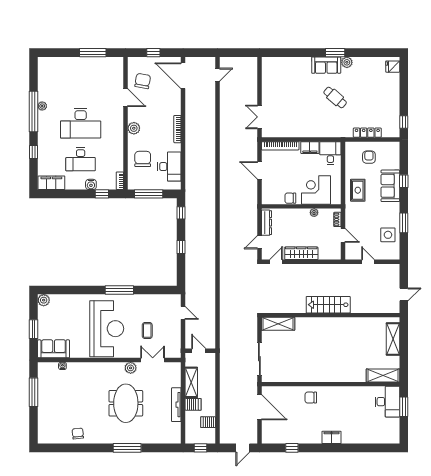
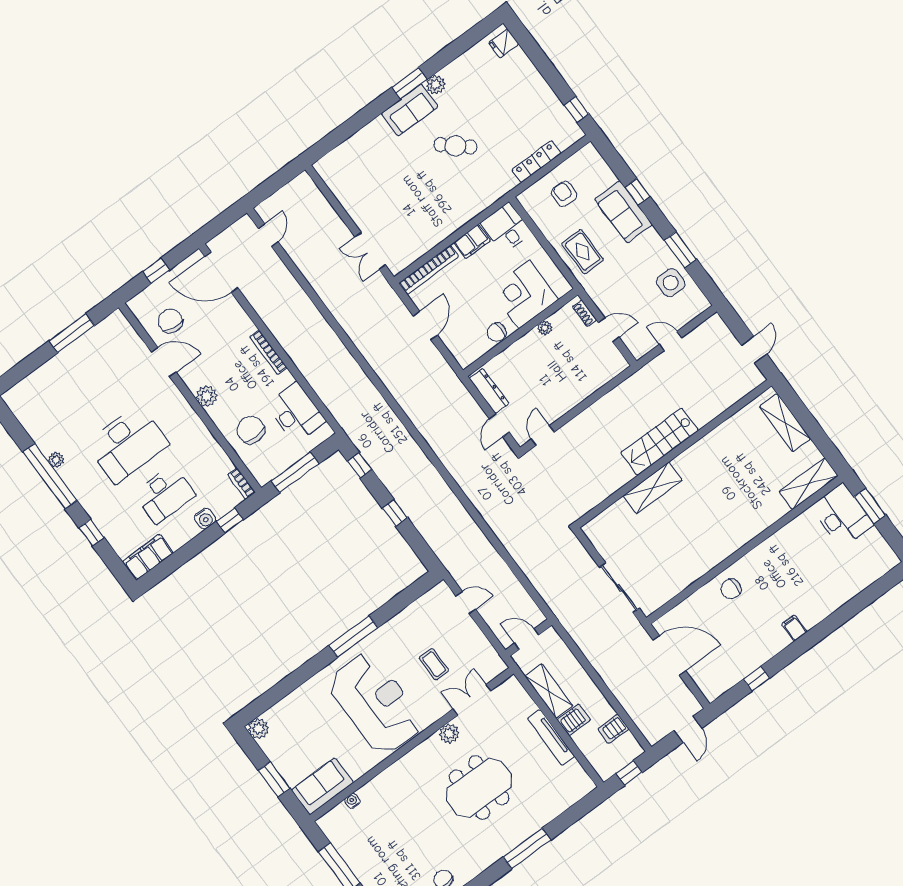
door: (259, 170) -> (425, 325), swing flipped
wardrobe: (301, 253) -> (569, 398), removed
shelving: (278, 324) -> (653, 488), moved
meeting table: (126, 403) -> (479, 788), turned 90
filing cabinet: (332, 437) -> (794, 628), width x0.50

